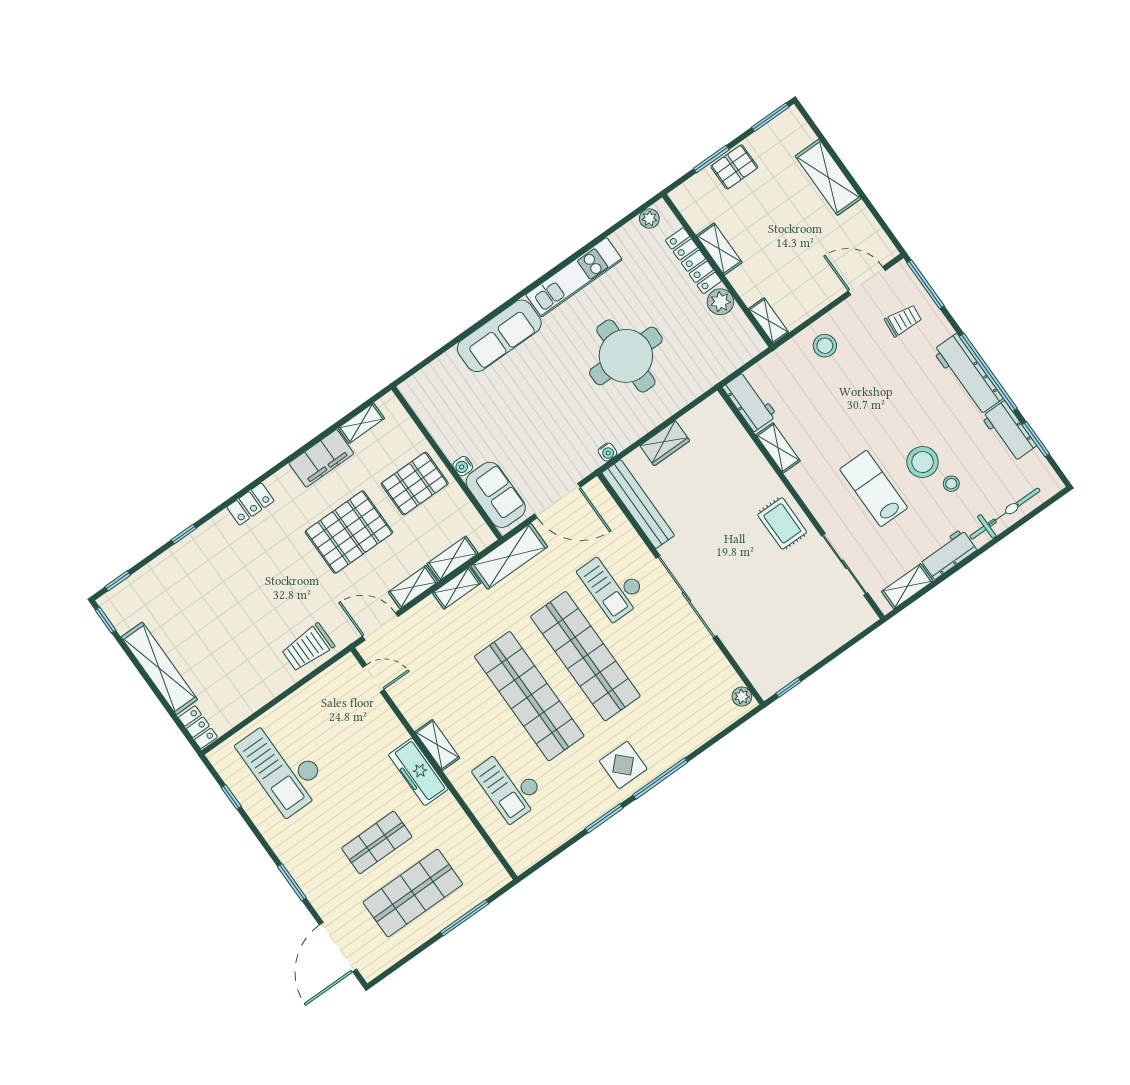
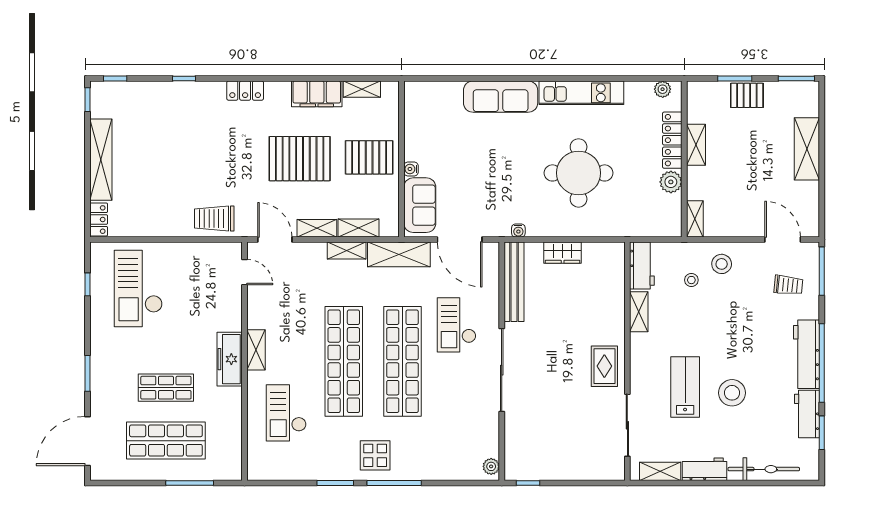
stool: (951, 484) -> (691, 280), moved

